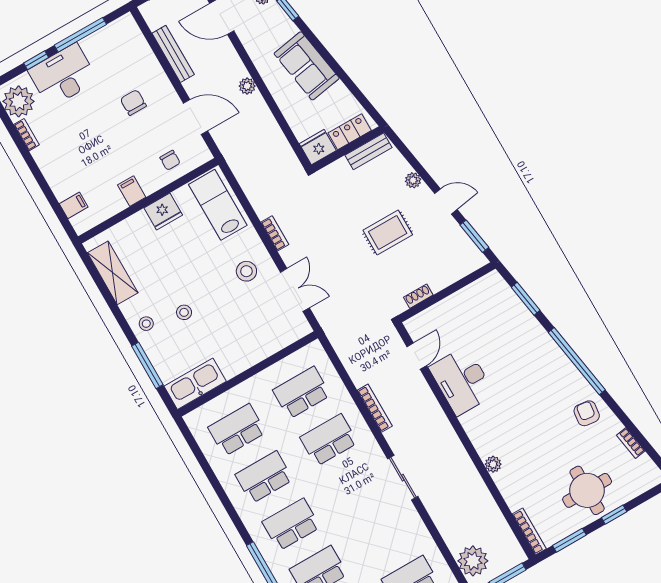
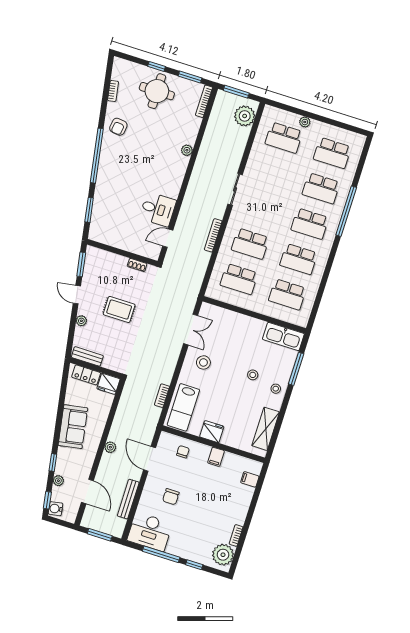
desk: (63, 75) -> (150, 532), moved
bookcase: (275, 233) -> (162, 396), moved
double door: (295, 290) -> (191, 330), swing flipped
desk: (462, 381) -> (158, 209), width x0.73

